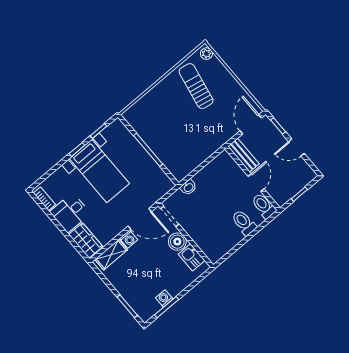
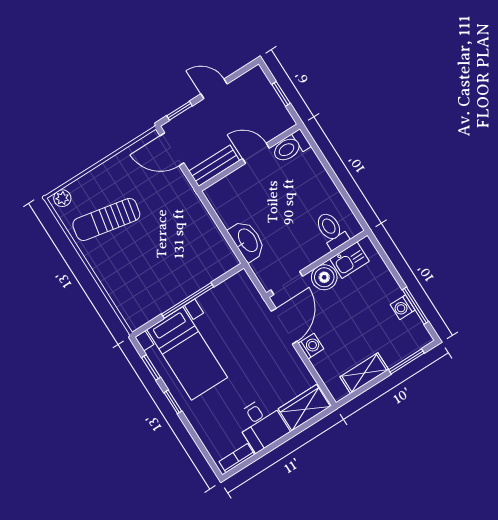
door: (296, 147) -> (214, 89), swing flipped
bed with nightstands: (99, 171) -> (187, 353), moved, turned 90
washbasin: (188, 187) -> (247, 241), width x1.91, depth x1.45
toilet: (244, 223) -> (331, 230), moved, turned 90
shelving: (111, 255) -> (364, 373), moved, turned 90

